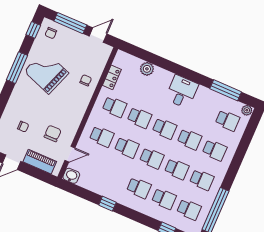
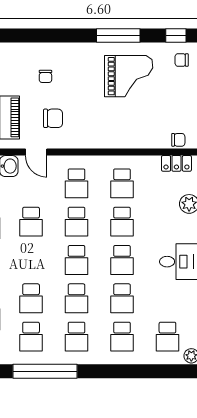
grand piano: (46, 72) -> (129, 76), turned 70
locker: (112, 77) -> (176, 163), moved
chair: (86, 80) -> (178, 140), moved
school desk: (139, 188) -> (31, 222), moved

